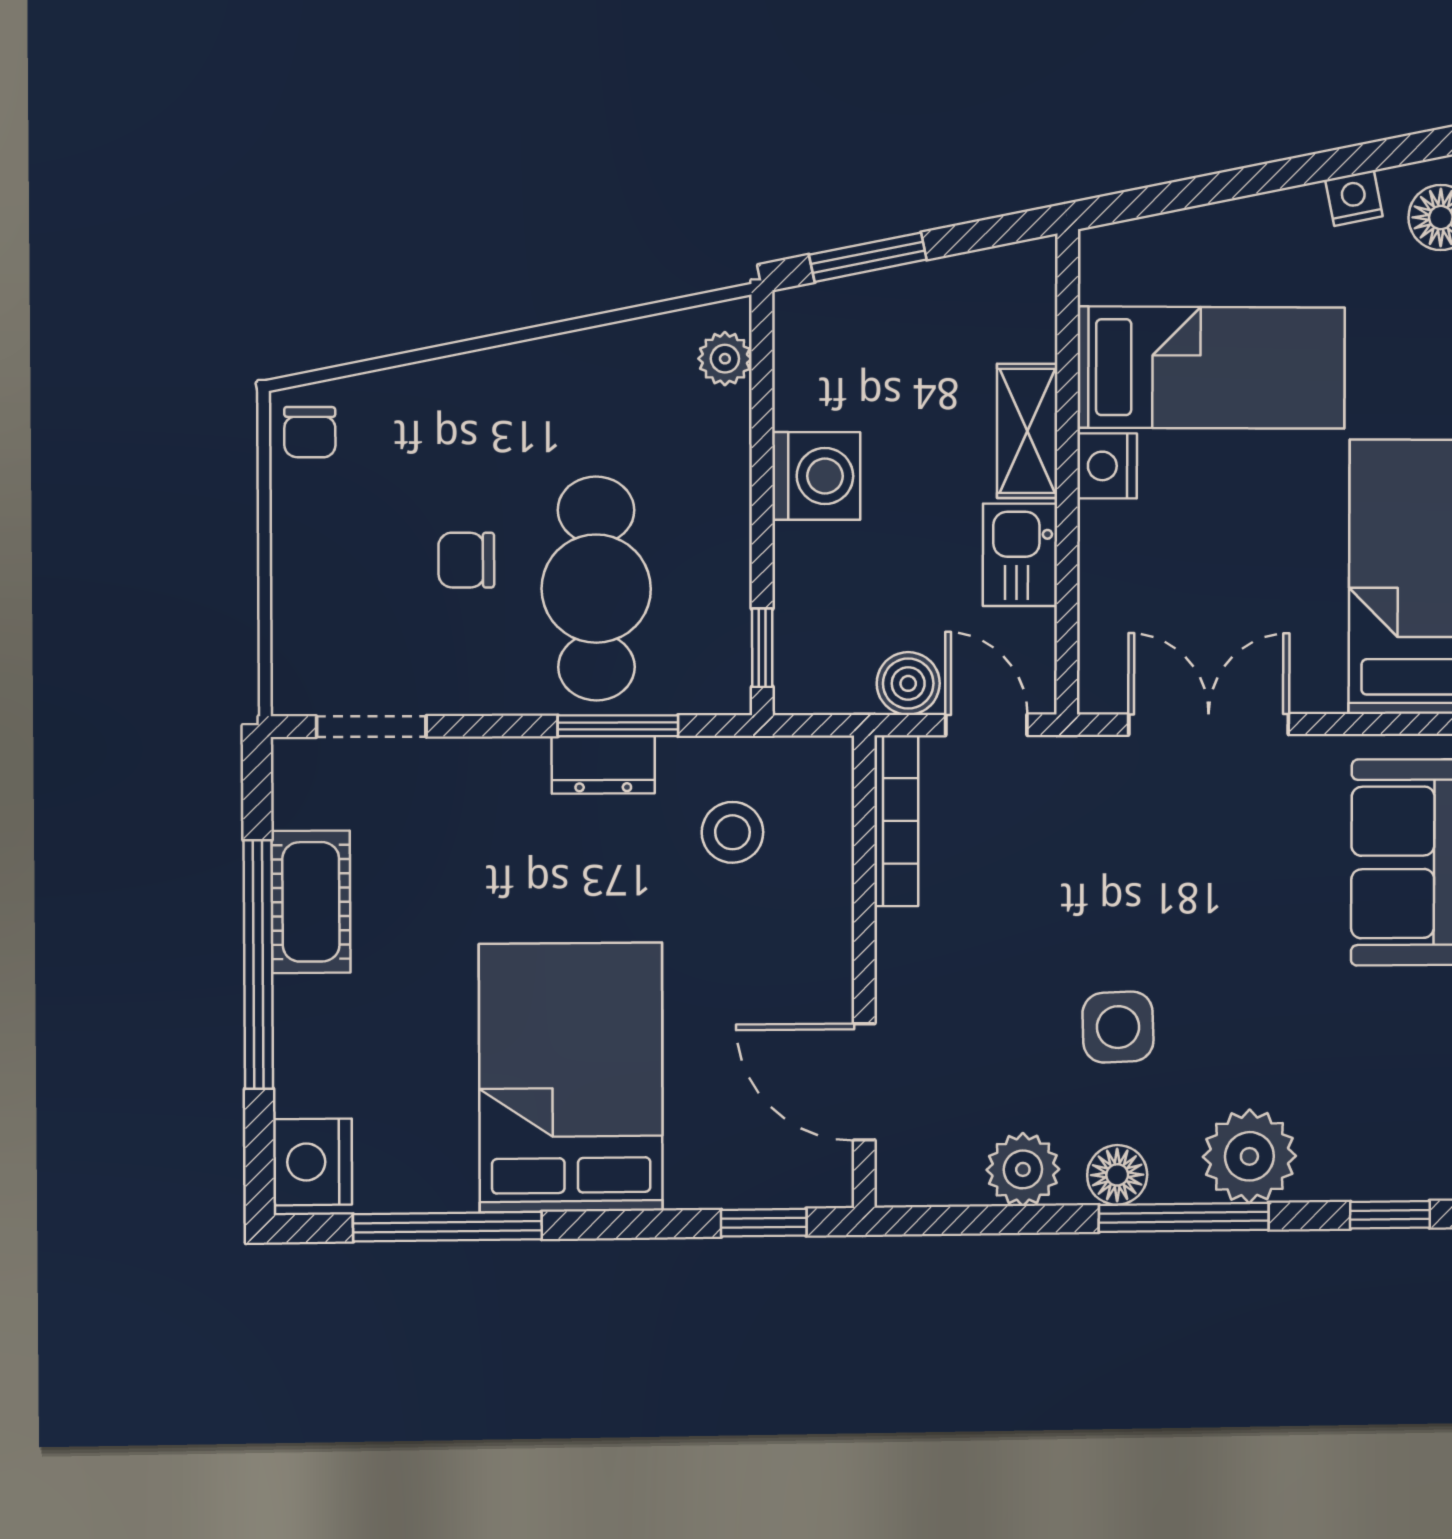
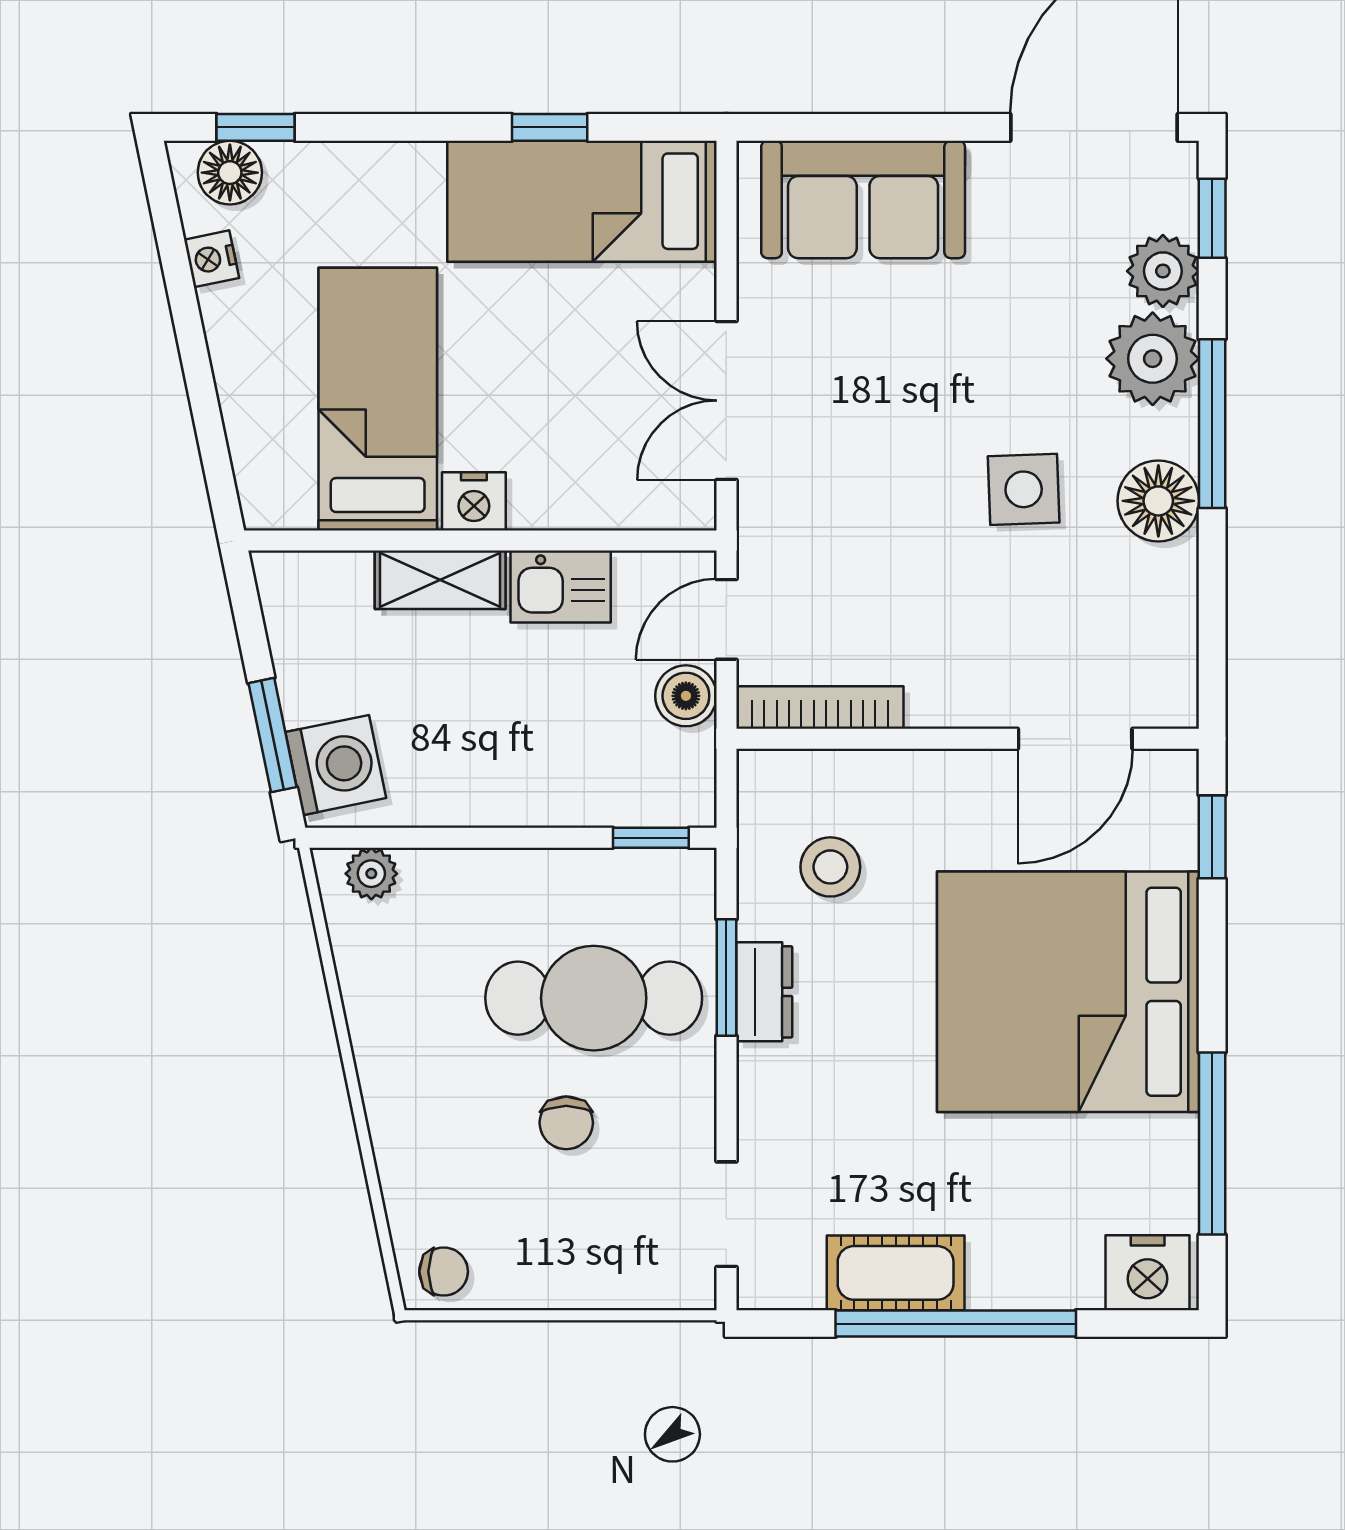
washing machine: (816, 476) -> (336, 765), moved, turned 78
bed: (571, 1078) -> (1068, 992), width x1.36
plant: (1023, 1169) -> (1163, 271), moved
floor lamp: (1117, 1175) -> (1158, 501), width x1.38, depth x1.38

